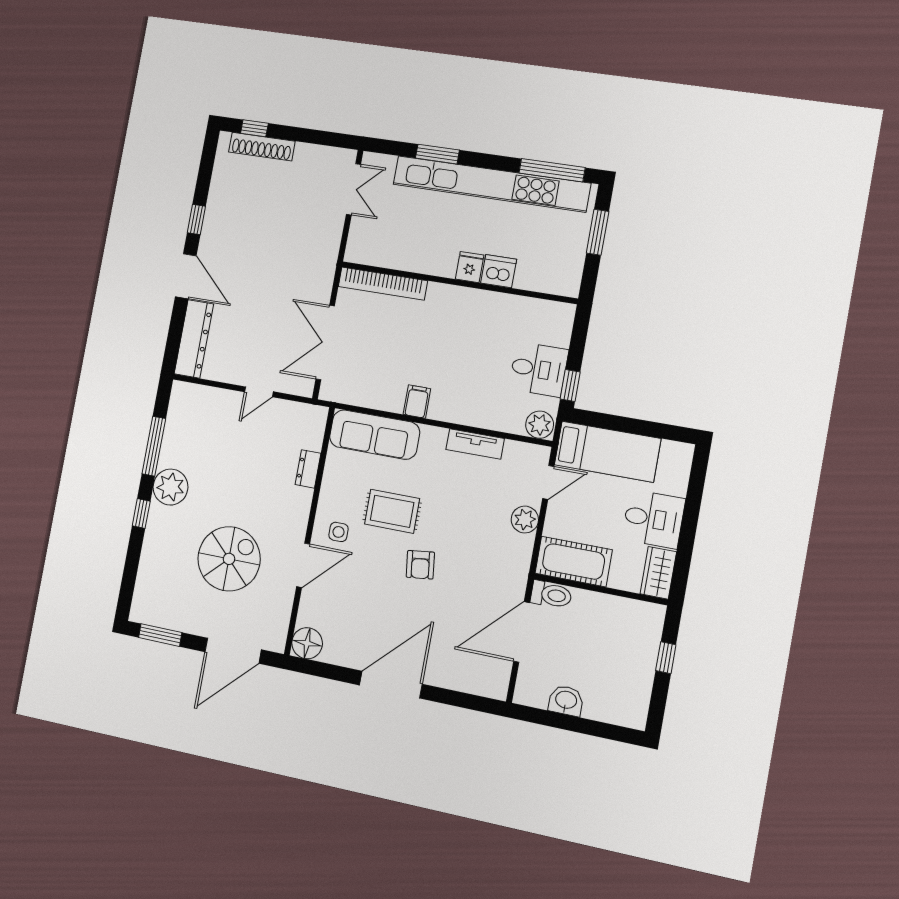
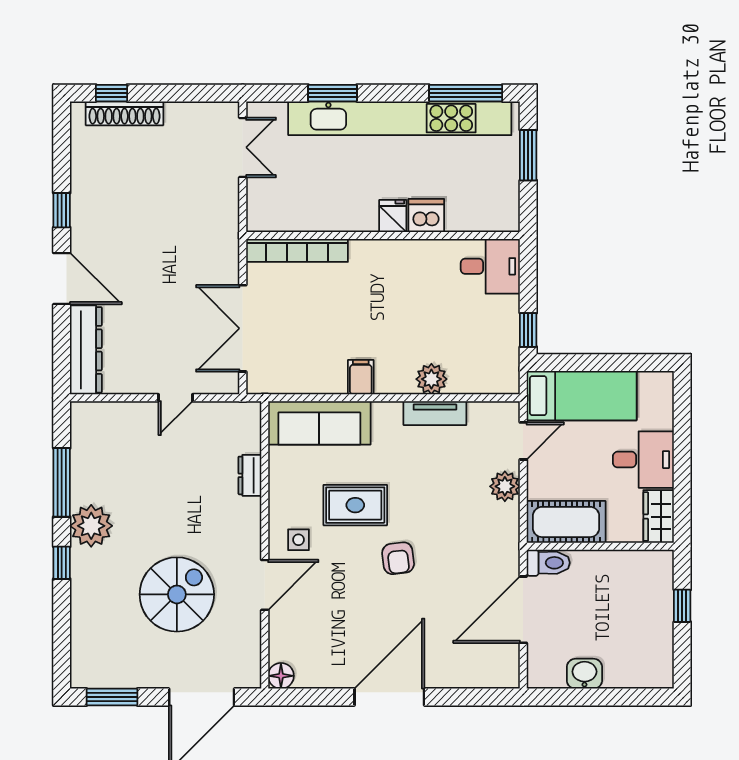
desk: (539, 369) -> (490, 266), moved
plant: (540, 425) -> (431, 379), moved
floor lamp: (307, 643) -> (281, 676), width x0.73, depth x0.73

